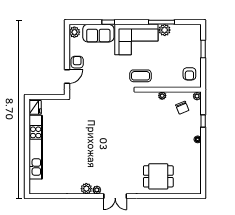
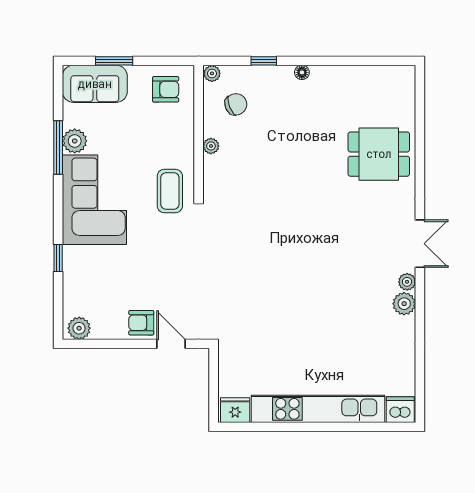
sofa: (98, 33) -> (95, 84), moved, turned 90
dining table: (158, 176) -> (379, 154), turned 90
dishwasher: (35, 187) -> (400, 410), added

